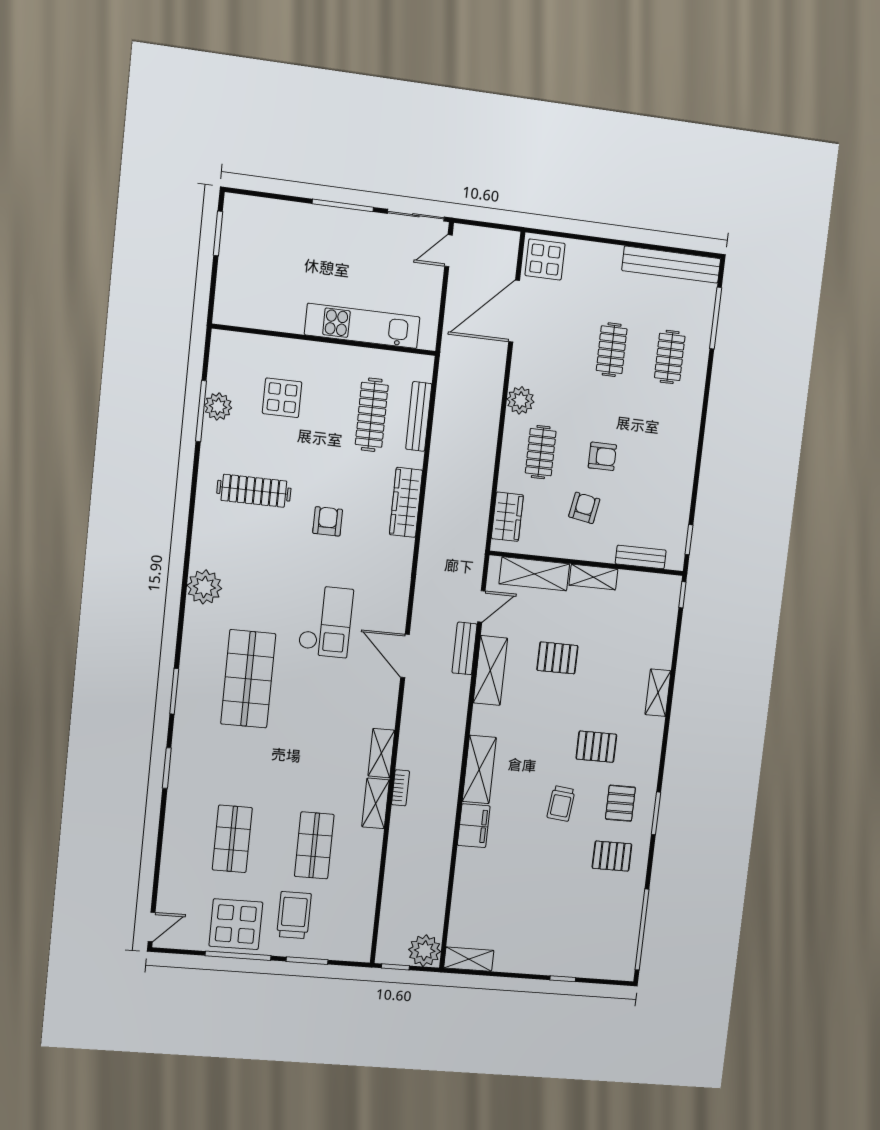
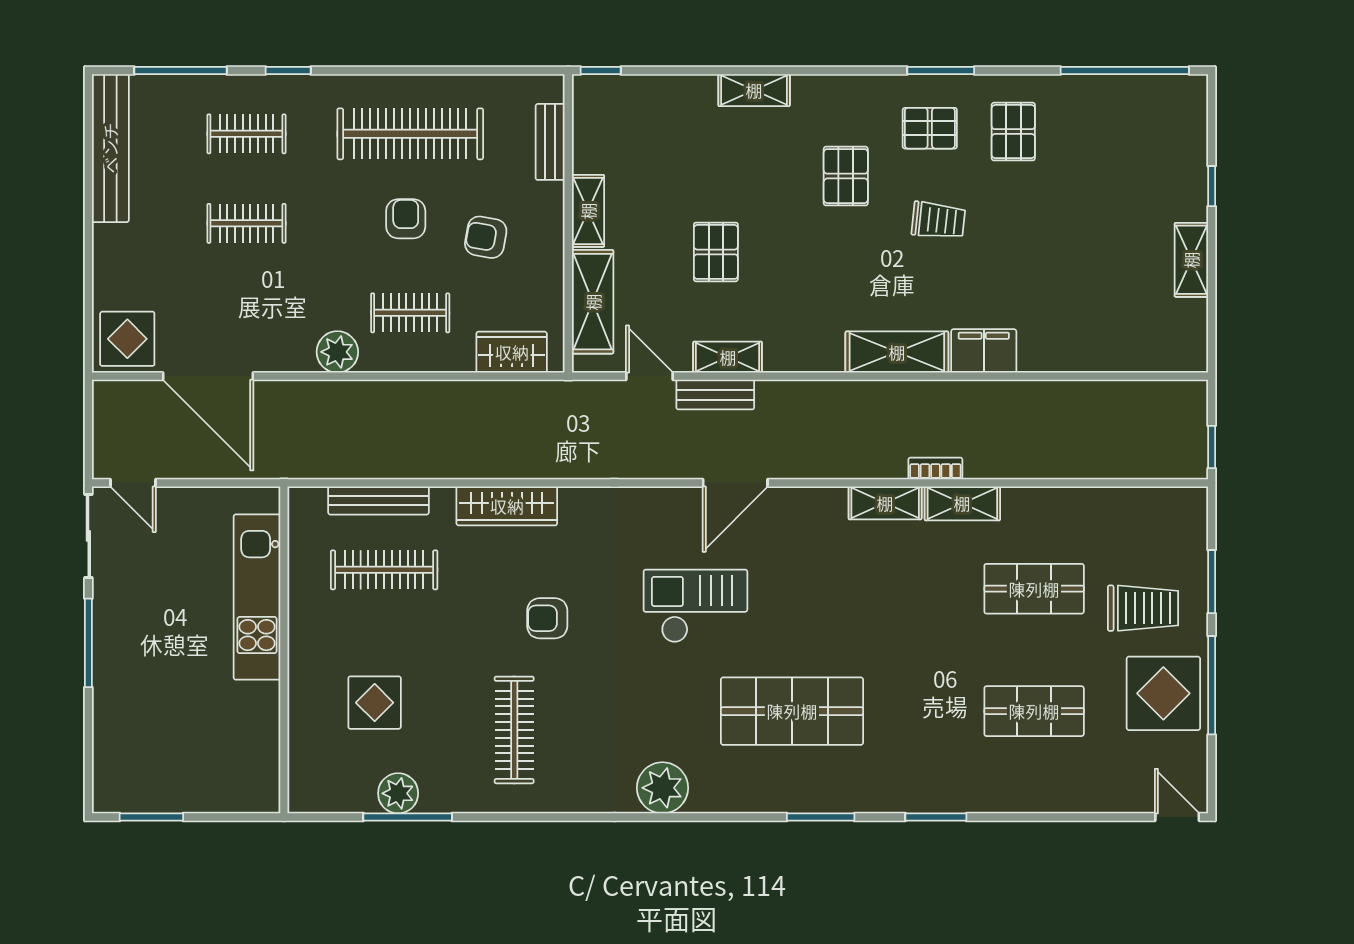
clothes rail: (657, 466) -> (410, 134), added
window: (689, 540) -> (288, 71), moved
shelving: (490, 670) -> (728, 357), width x0.67, depth x0.75
trolley: (294, 915) -> (1143, 608), turned 180
plant: (425, 951) -> (1183, 405), removed
shelving: (469, 959) -> (1191, 260), moved

